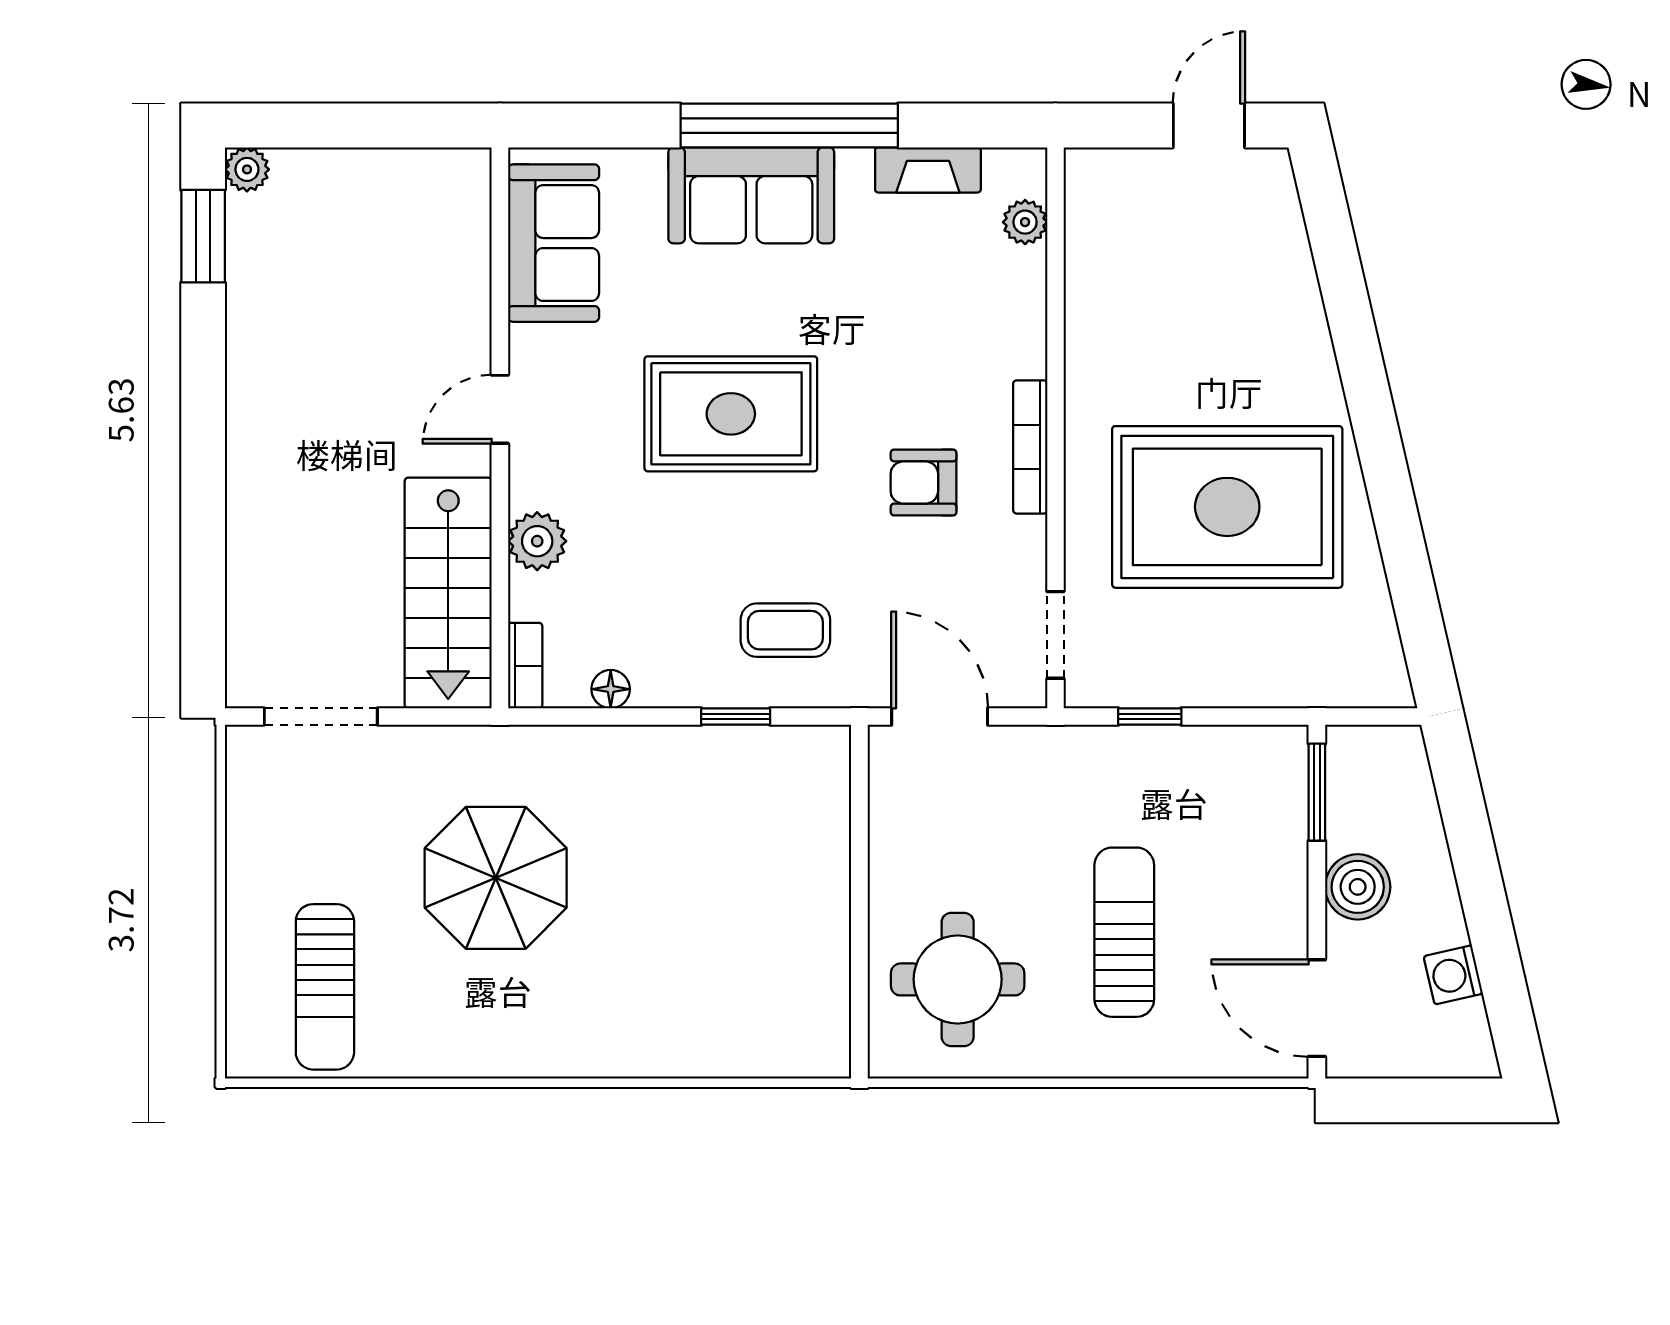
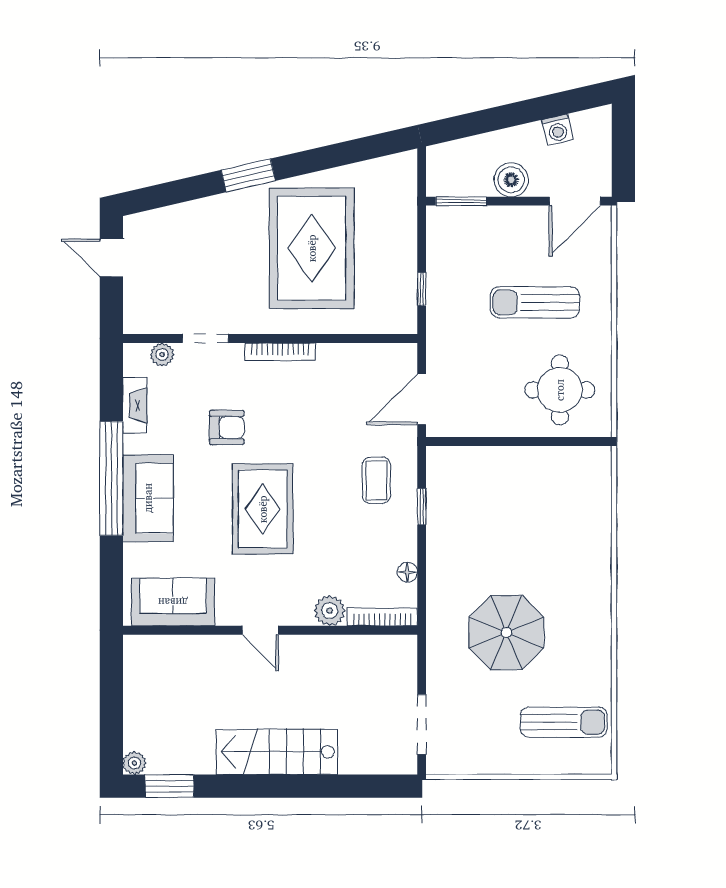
window: (1366, 386) -> (248, 175), added
armchair: (924, 482) -> (227, 427), moved, turned -90
stairs: (448, 593) -> (277, 752), moved, turned 180
doorway: (1055, 635) -> (205, 338), moved
bookcase: (525, 666) -> (382, 617), width x1.56

